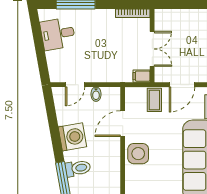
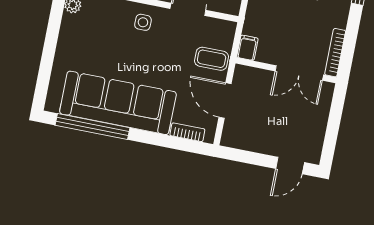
double door: (152, 49) -> (299, 73), moved
side table: (138, 154) -> (143, 22), width x0.54, depth x0.54

